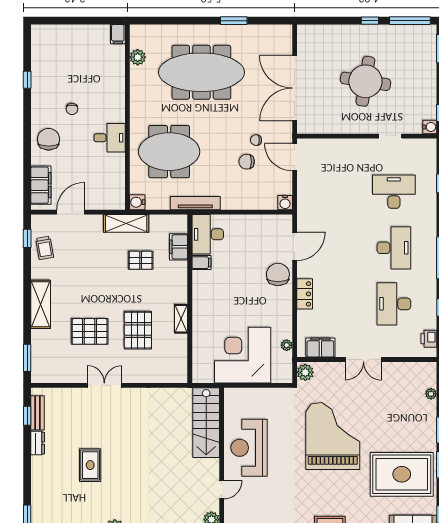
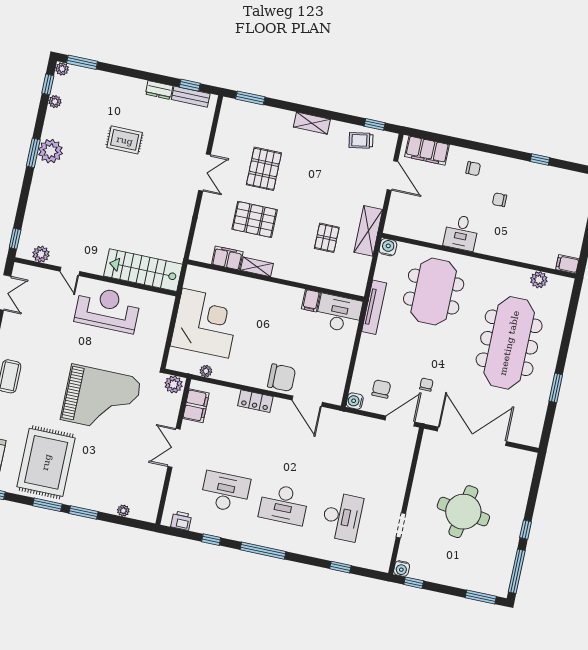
chair: (49, 139) -> (473, 169), width x0.54, depth x0.54
chair: (247, 162) -> (381, 389), moved
filing cabinet: (179, 247) -> (227, 258), moved
shelving: (41, 304) -> (312, 123), width x0.67, depth x0.75

